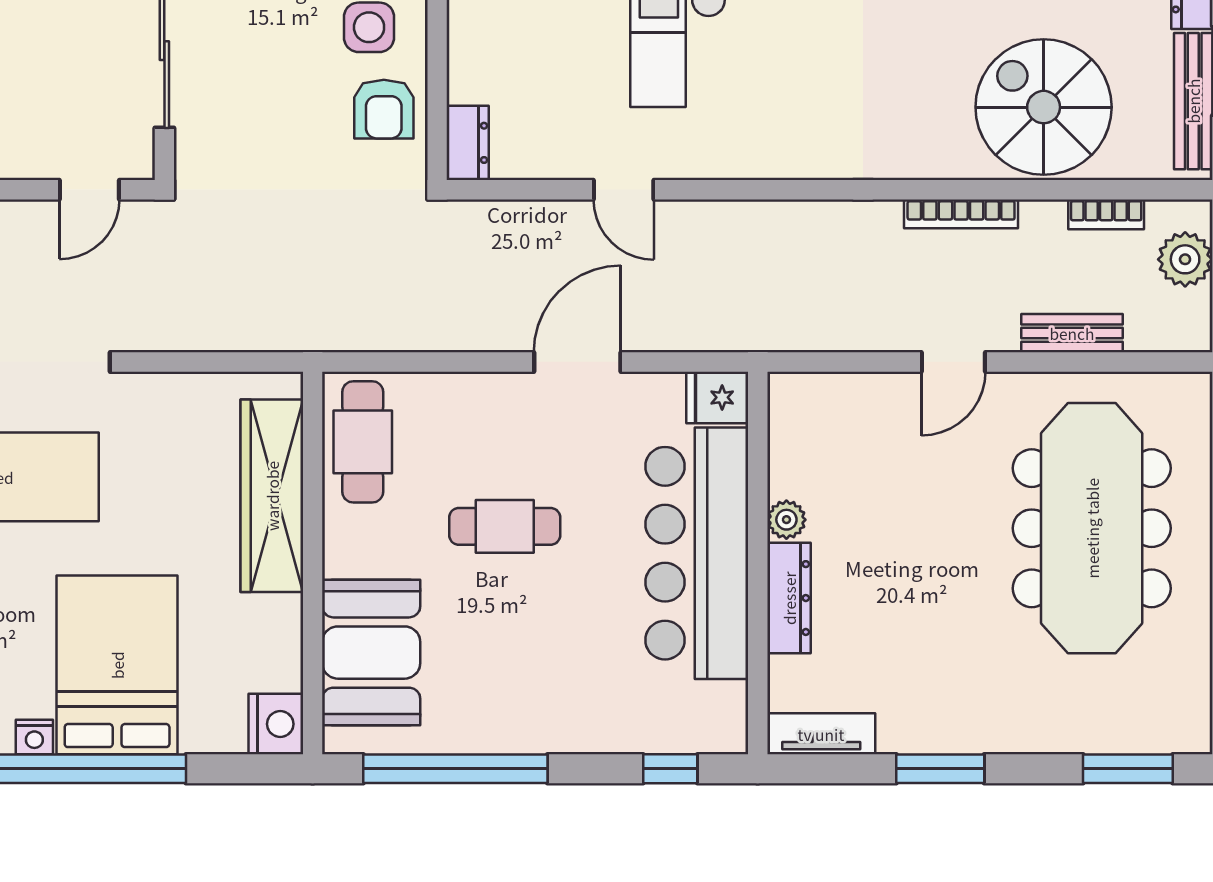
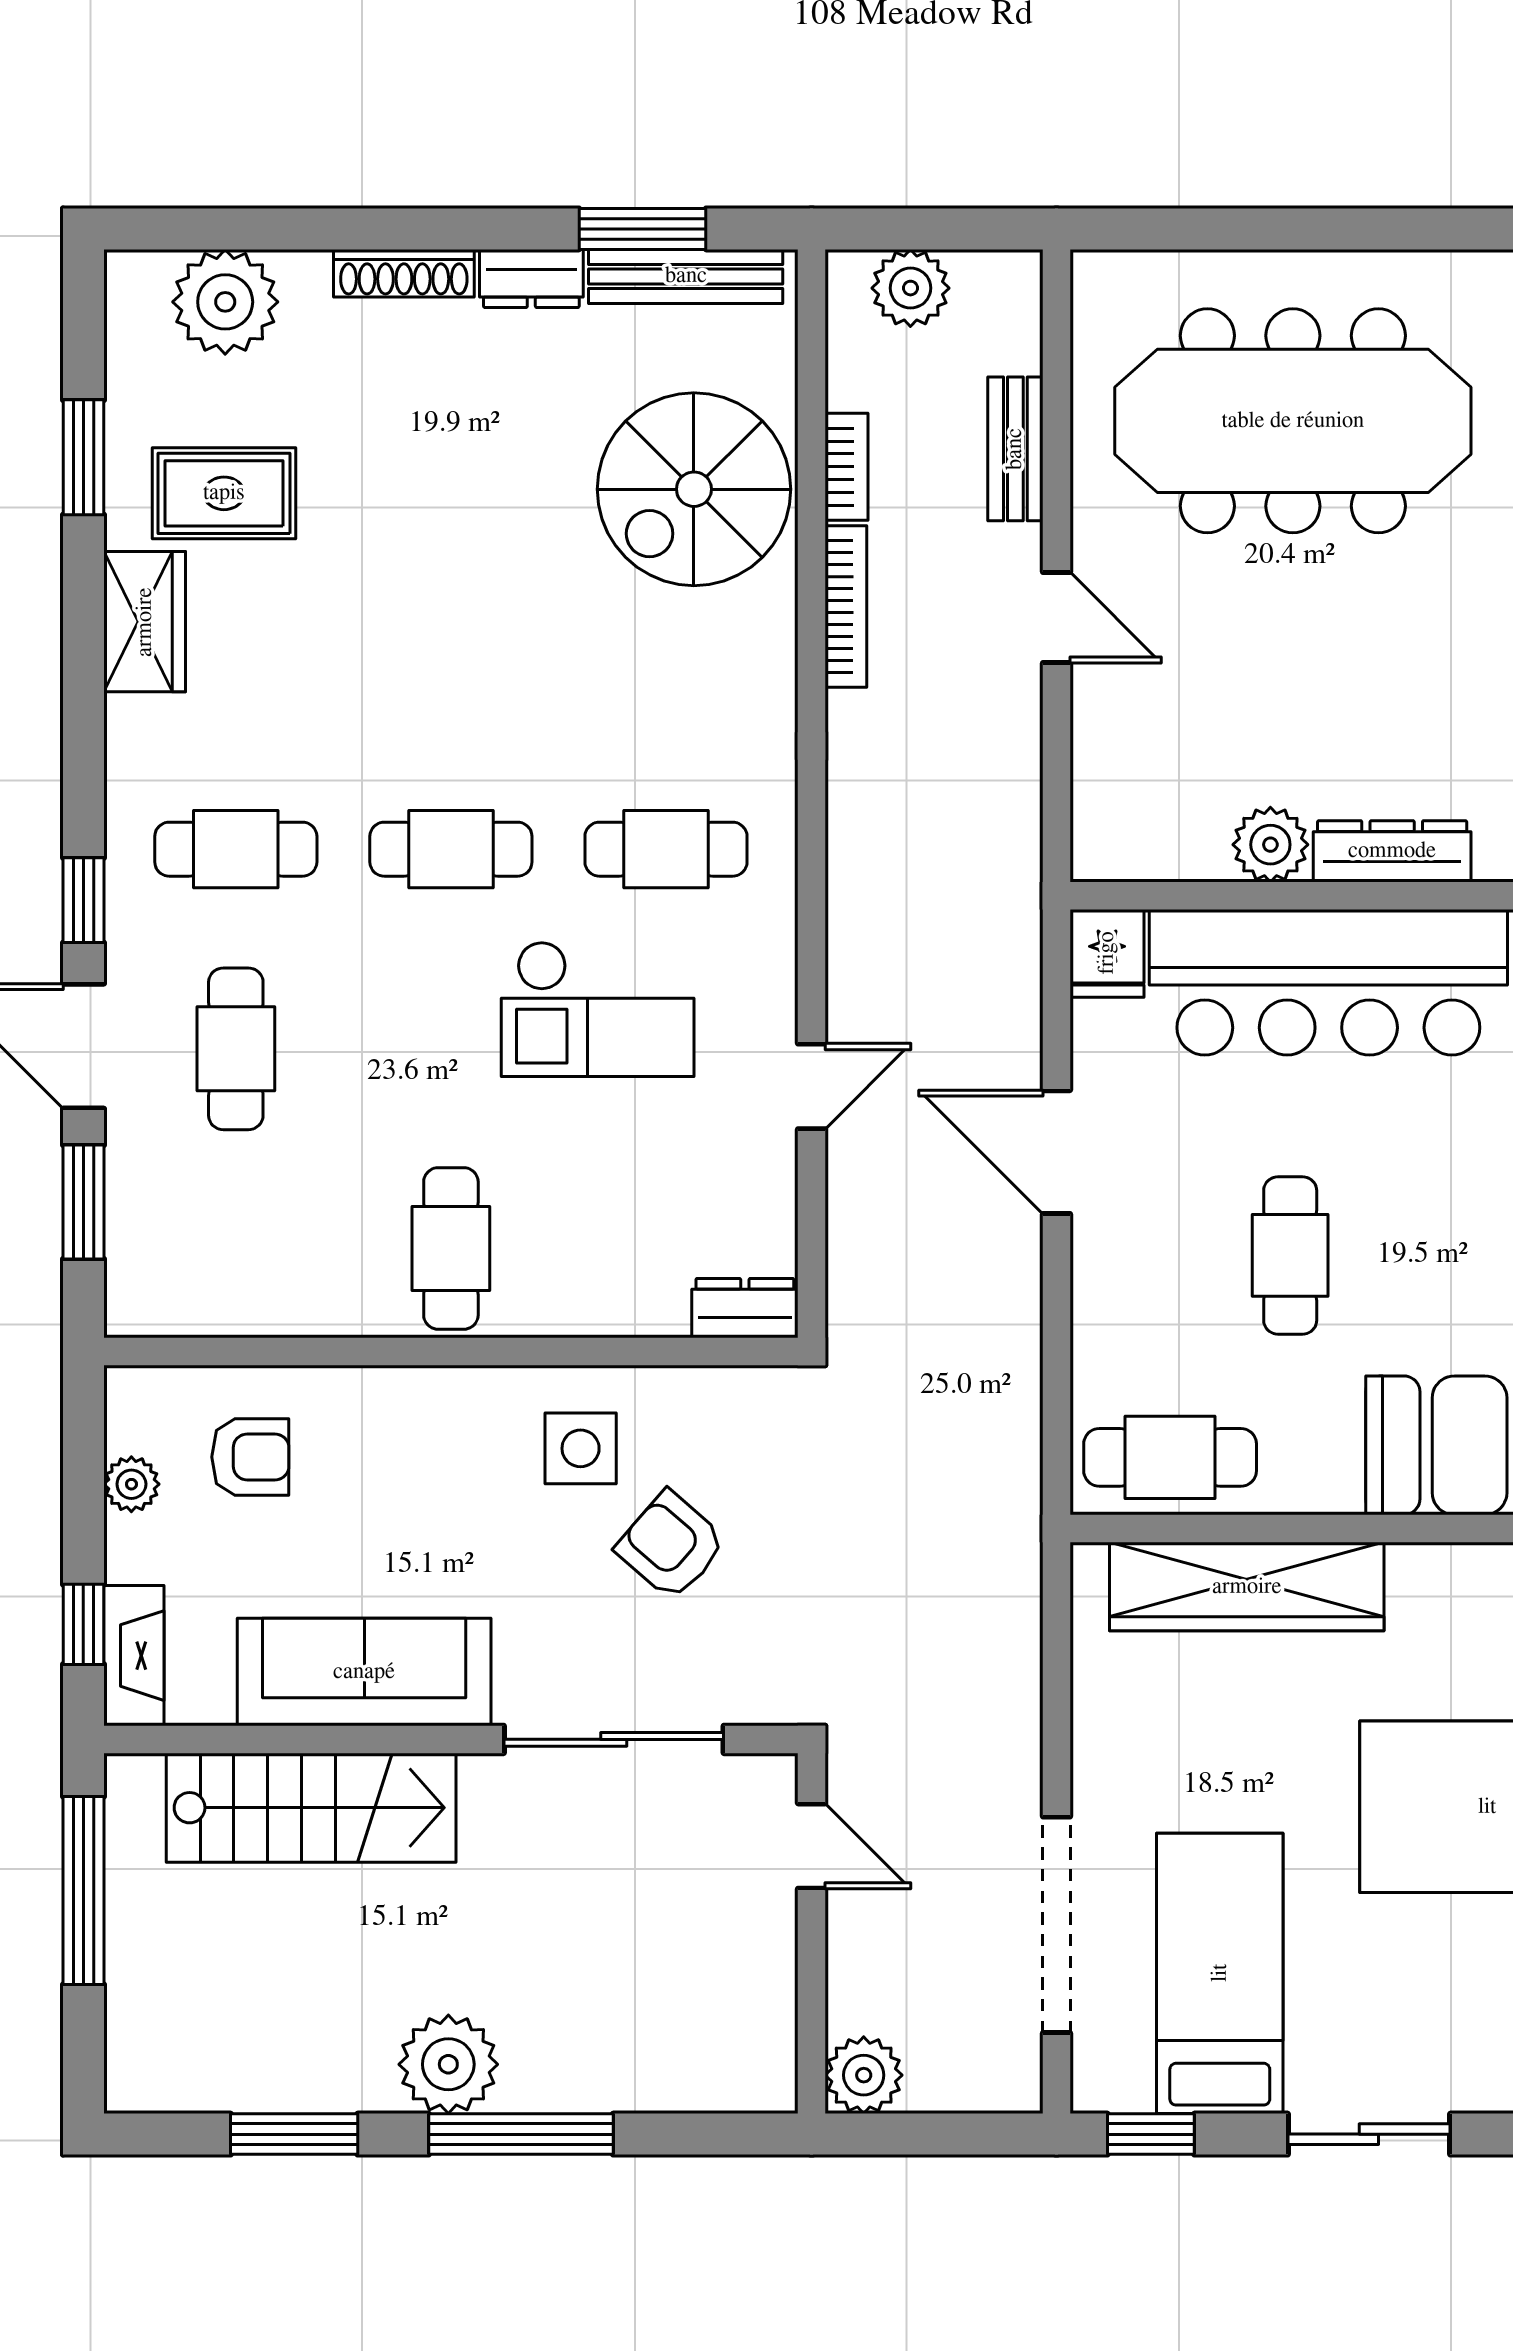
cafe table: (790, 87) -> (666, 849), added
armchair: (384, 109) -> (671, 1545), moved, turned -139
bookcase: (1106, 214) -> (847, 467), moved
plant: (786, 520) -> (1270, 845), width x1.38, depth x1.38

